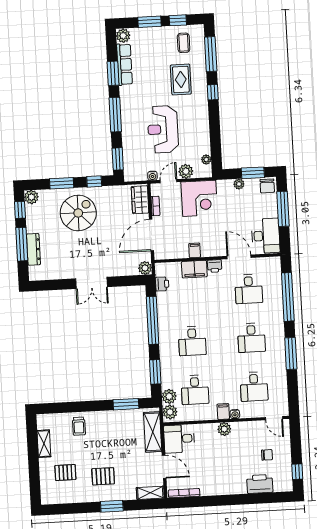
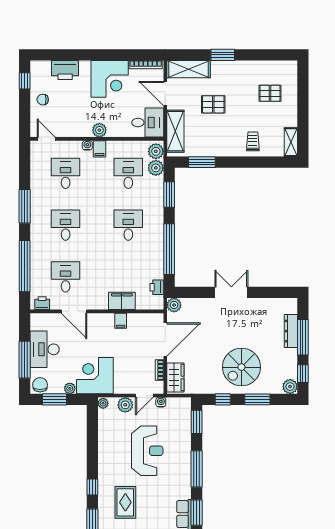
plant: (206, 159) -> (103, 403), moved
corner desk: (199, 198) -> (95, 376), moved
desk: (266, 236) -> (45, 349), moved
printer: (215, 266) -> (42, 303), moved
shelving: (44, 444) -> (291, 142), moved
chair: (267, 455) -> (43, 100), moved
pallet: (103, 476) -> (213, 104), moved
corner desk: (217, 478) -> (110, 79), added
shelving: (150, 493) -> (189, 69), width x1.50, depth x1.33

